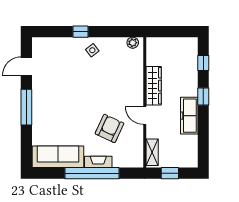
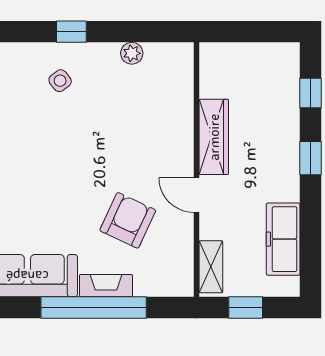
plant: (133, 43) -> (132, 53), moved
side table: (92, 50) -> (60, 81), moved
freezer: (189, 116) -> (283, 239), moved

